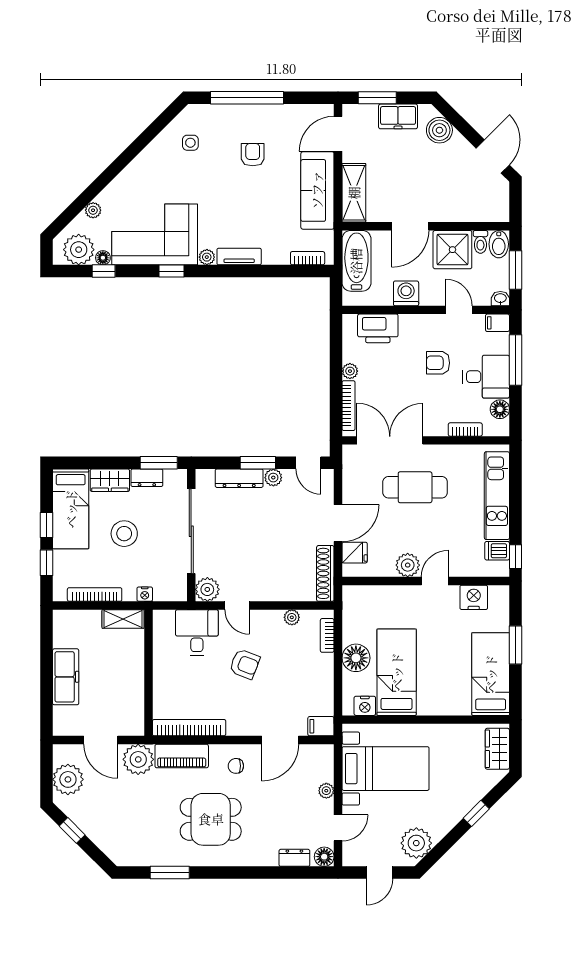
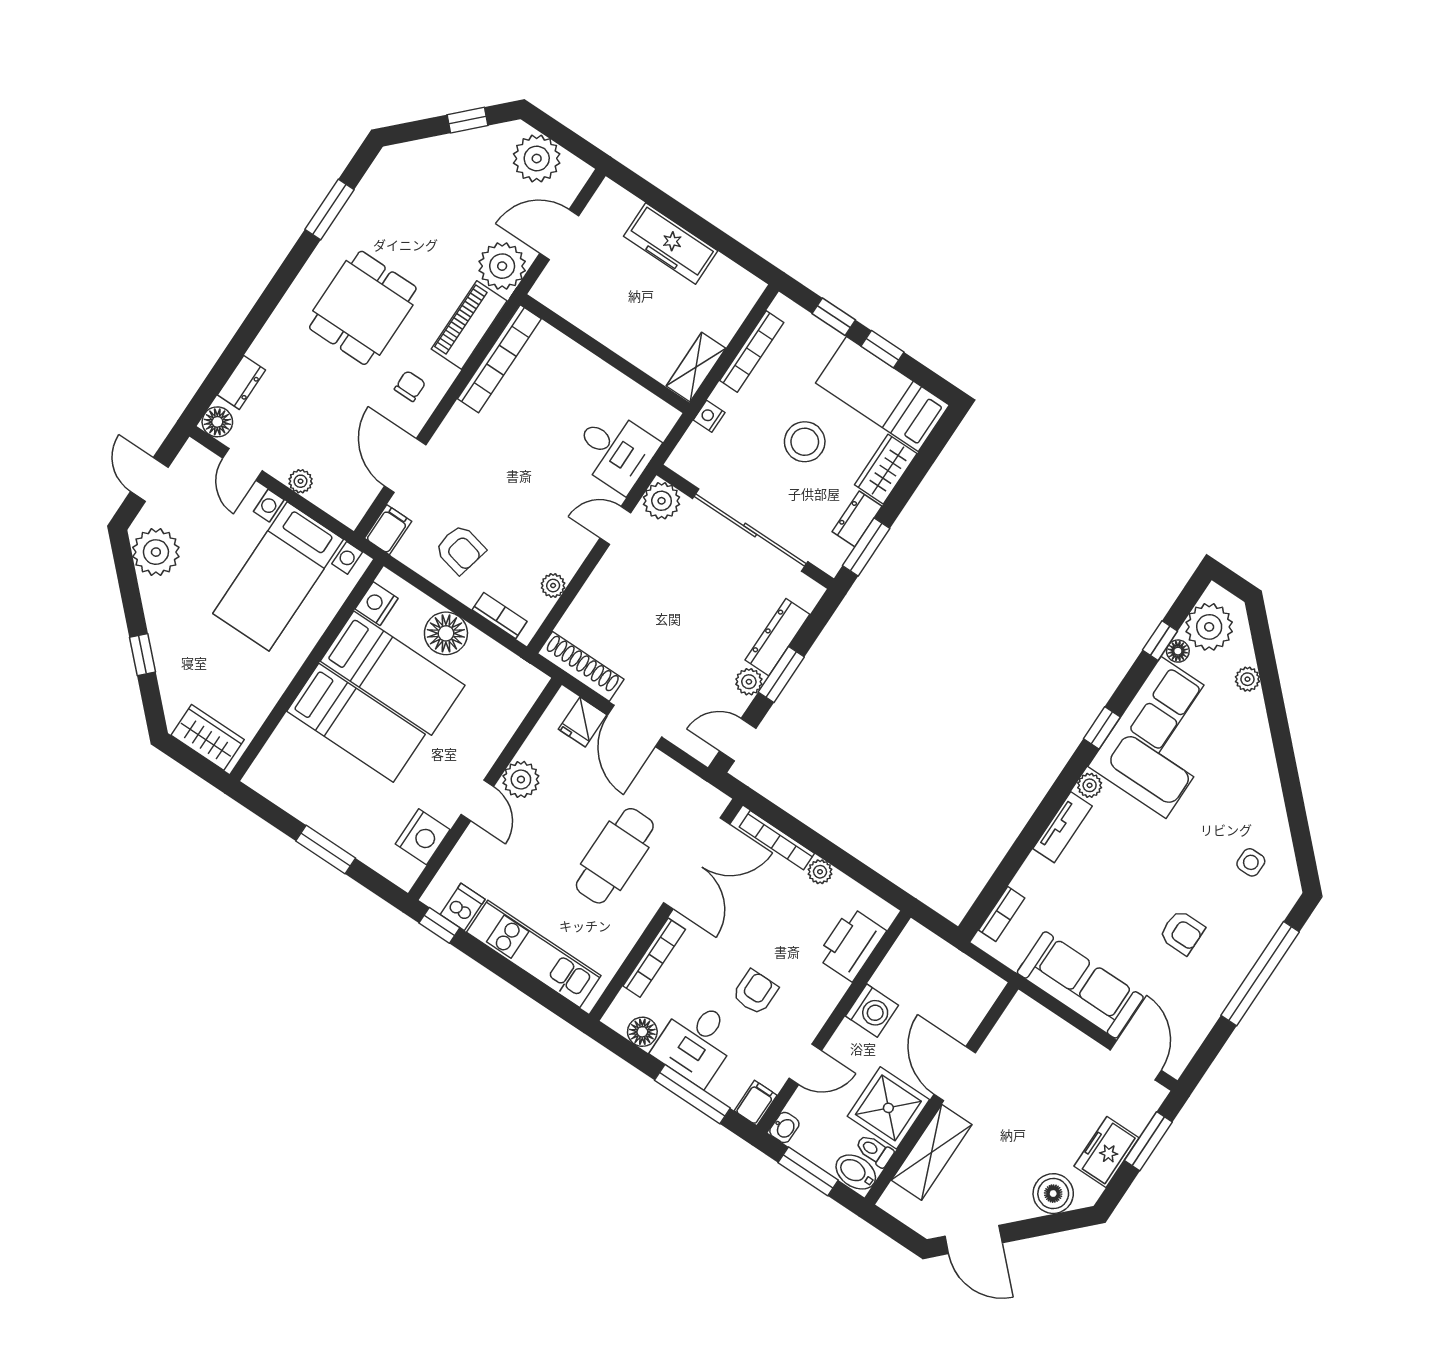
shelving: (354, 193) -> (932, 1152), moved, turned 90
bathtub: (356, 261) -> (956, 975), removed
bookcase: (465, 429) -> (654, 958), width x1.56
armchair: (245, 664) -> (460, 549), moved, turned -98
bed: (491, 674) -> (356, 723), moved

